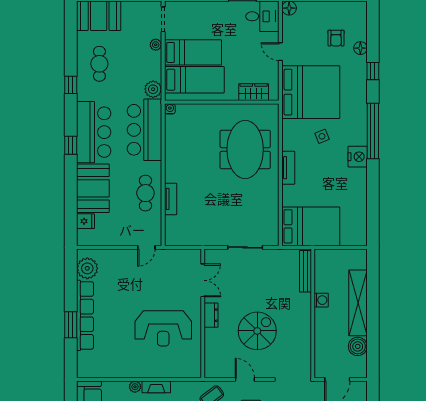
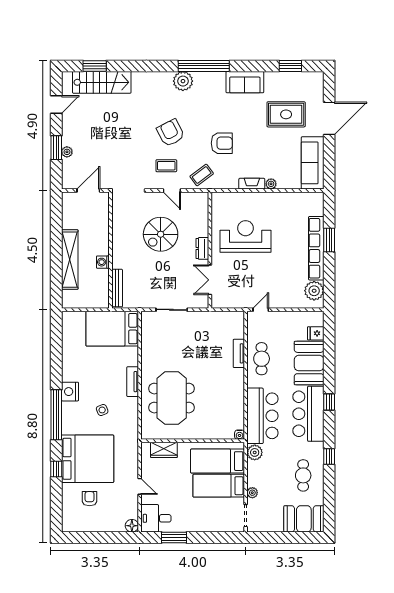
floor lamp: (360, 48) -> (67, 490), removed
bed: (311, 92) -> (88, 459), moved, turned 180
boiler: (358, 346) -> (70, 220), removed

